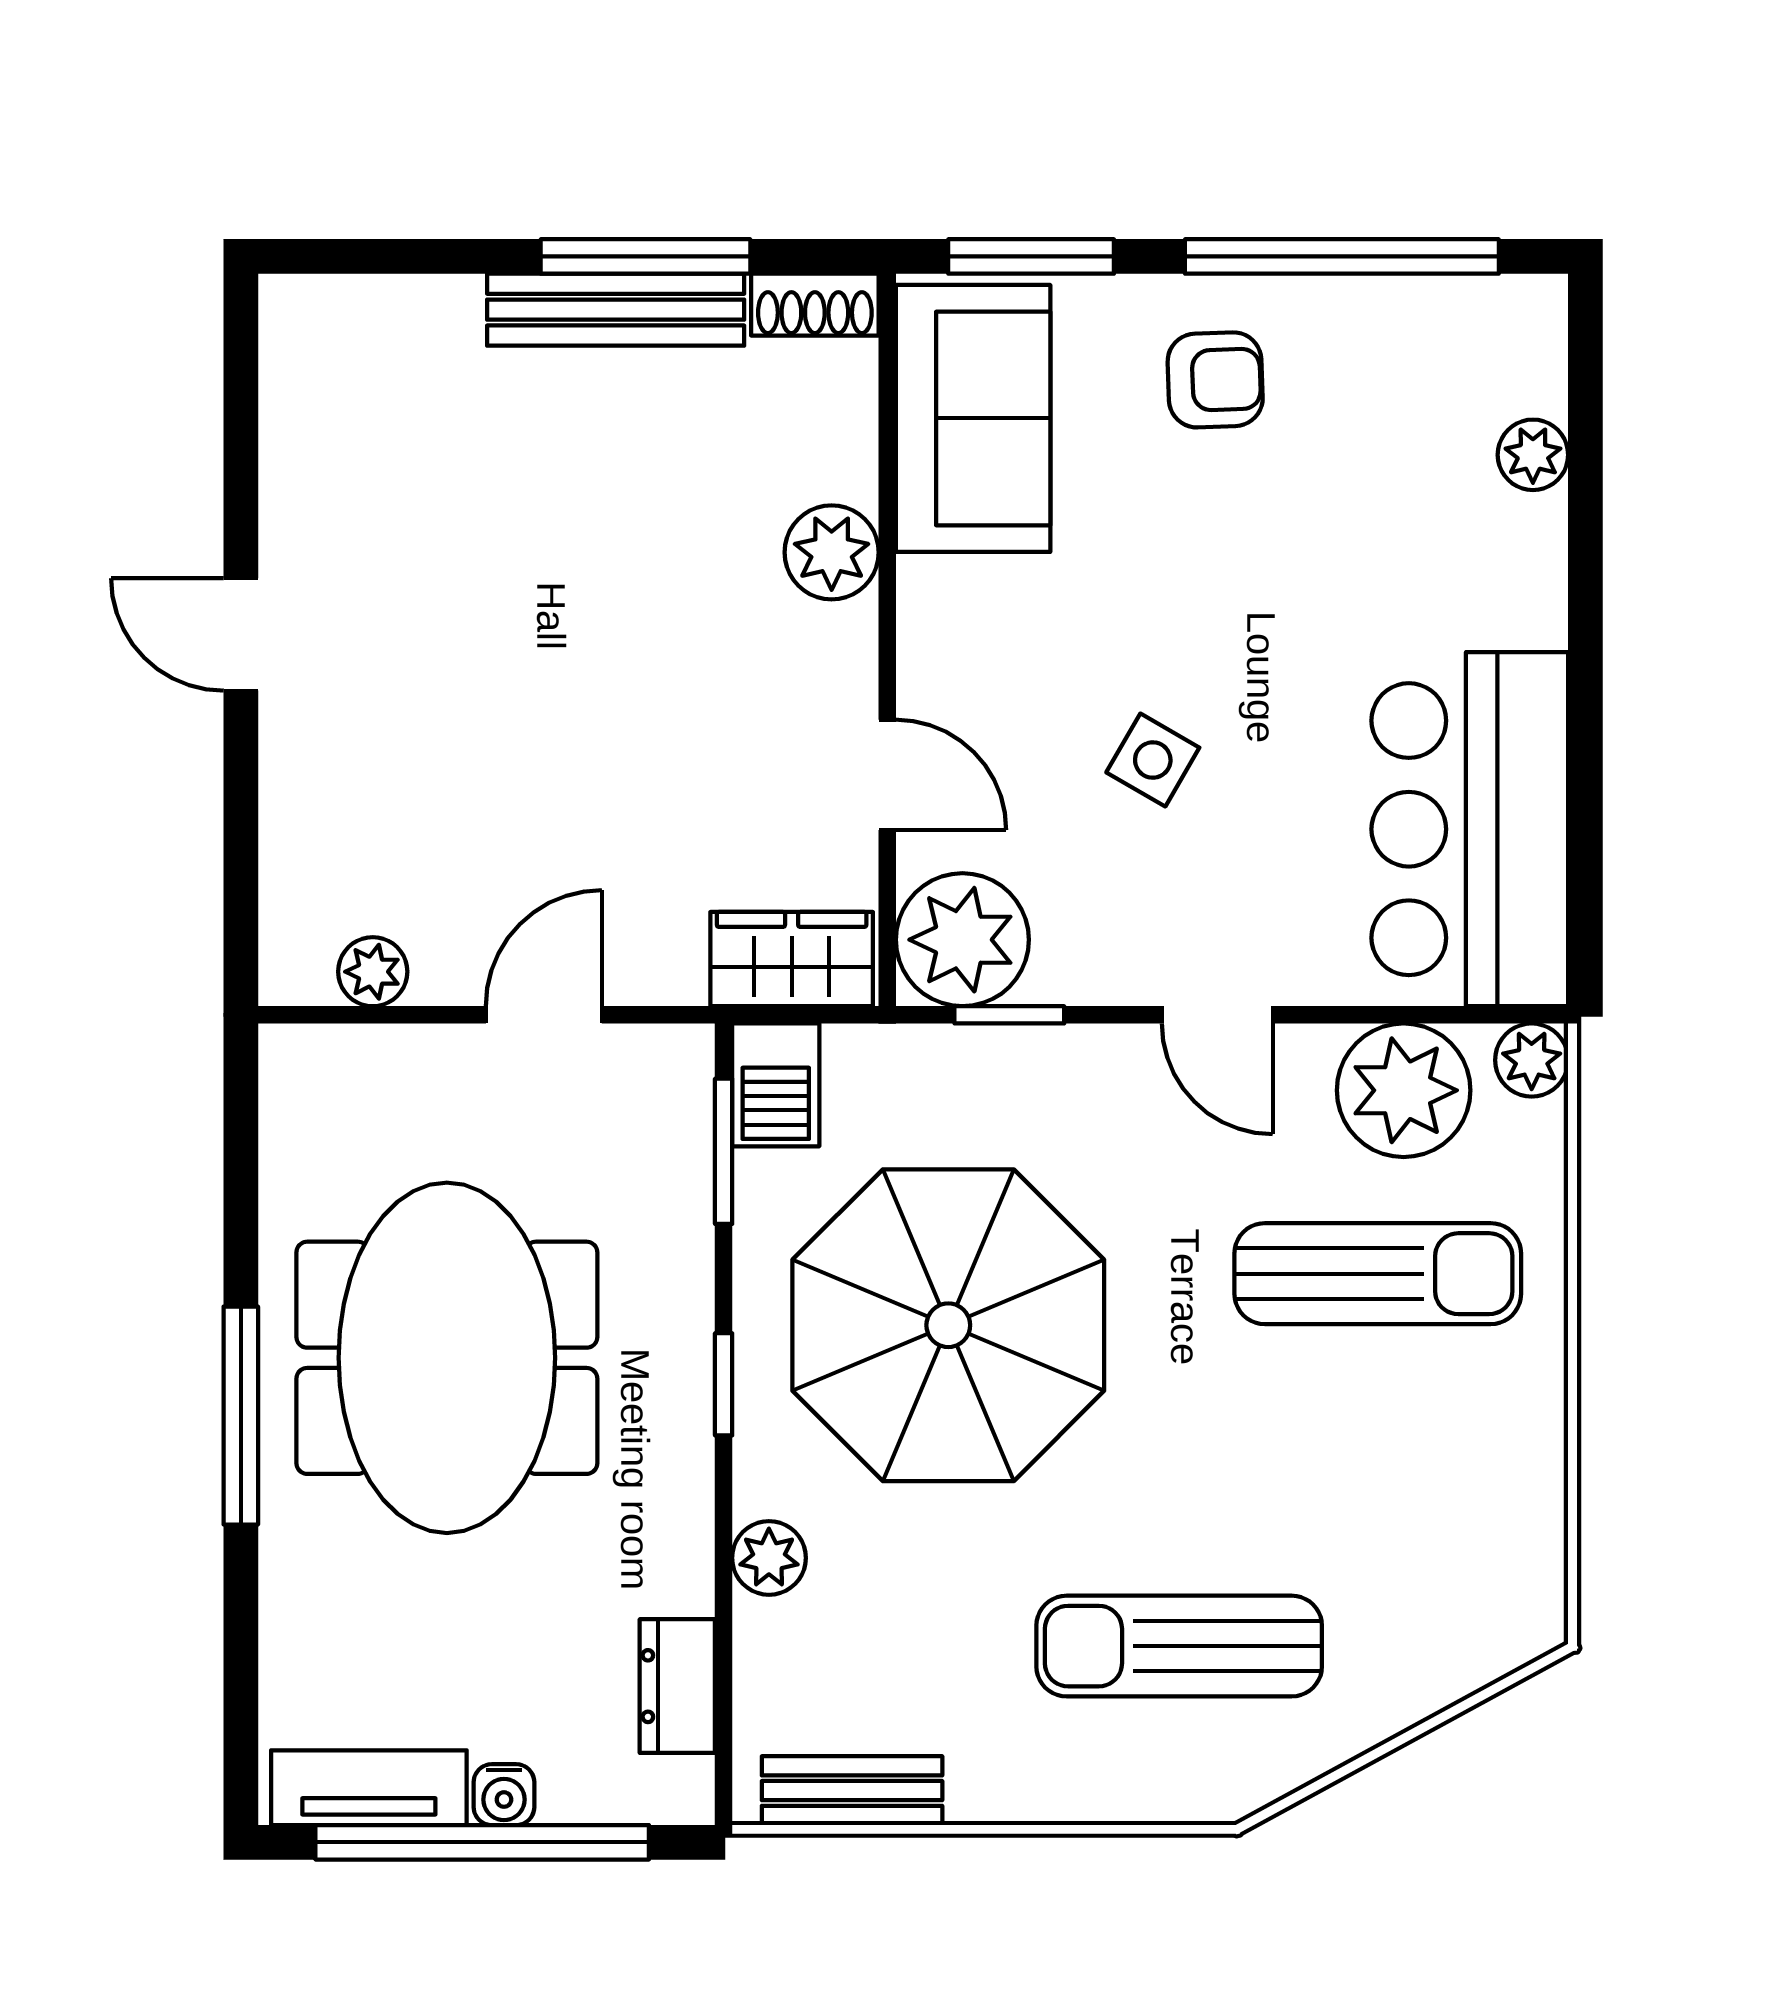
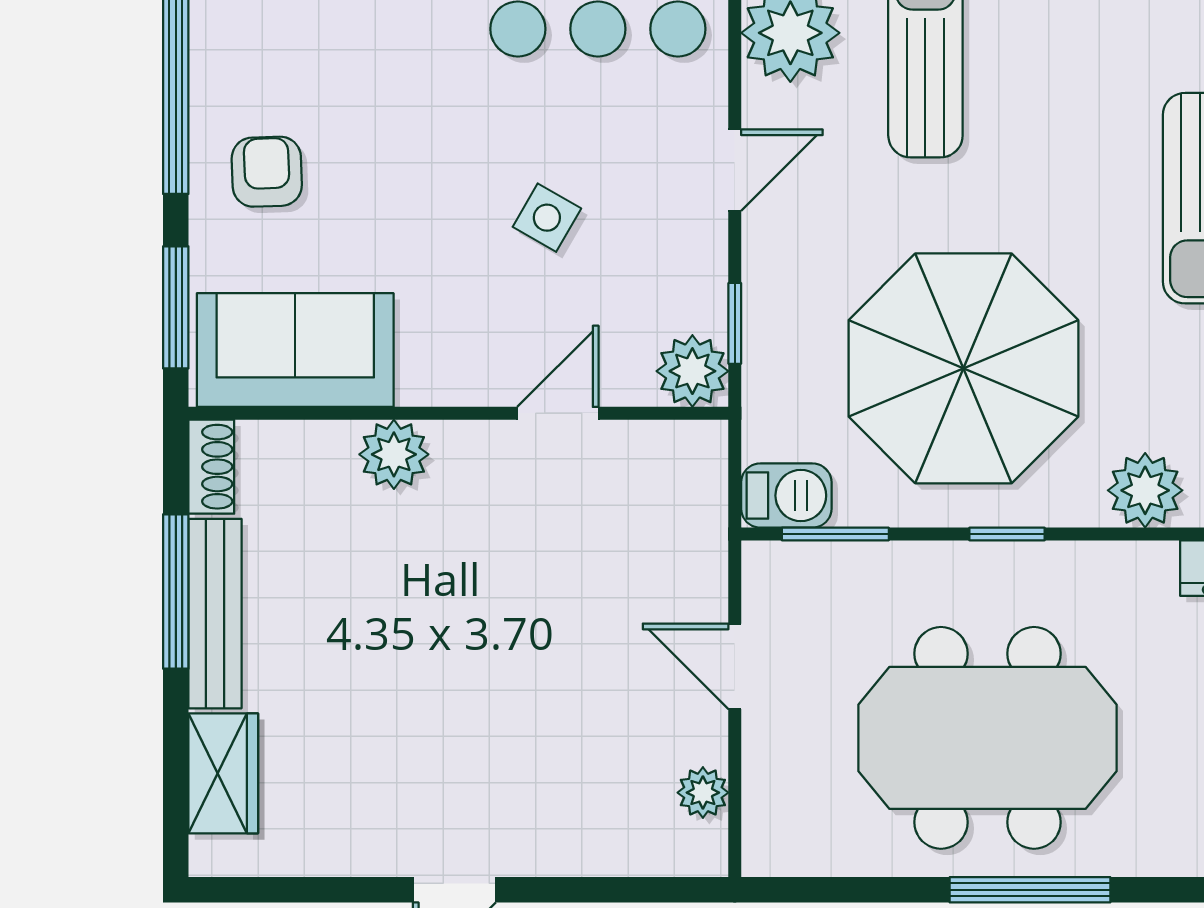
plant: (962, 940) -> (692, 371), width x0.73, depth x0.73
wardrobe: (792, 959) -> (223, 773), moved, turned 180
plant: (769, 1558) -> (1145, 490), width x1.38, depth x1.38

